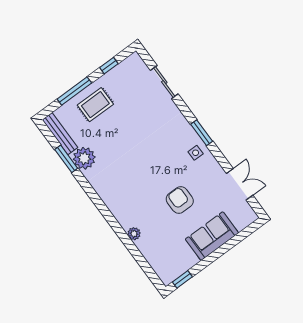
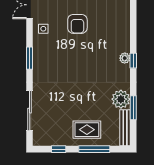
sliding door: (164, 82) -> (30, 111), width x1.37
side table: (196, 153) -> (43, 29), moved
window: (100, 204) -> (133, 61), added
plant: (134, 234) -> (125, 58), moved

